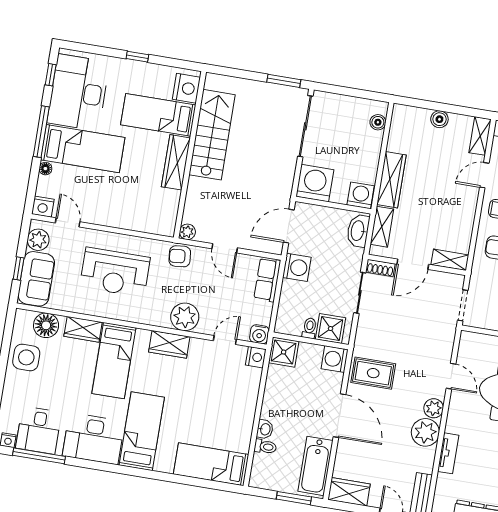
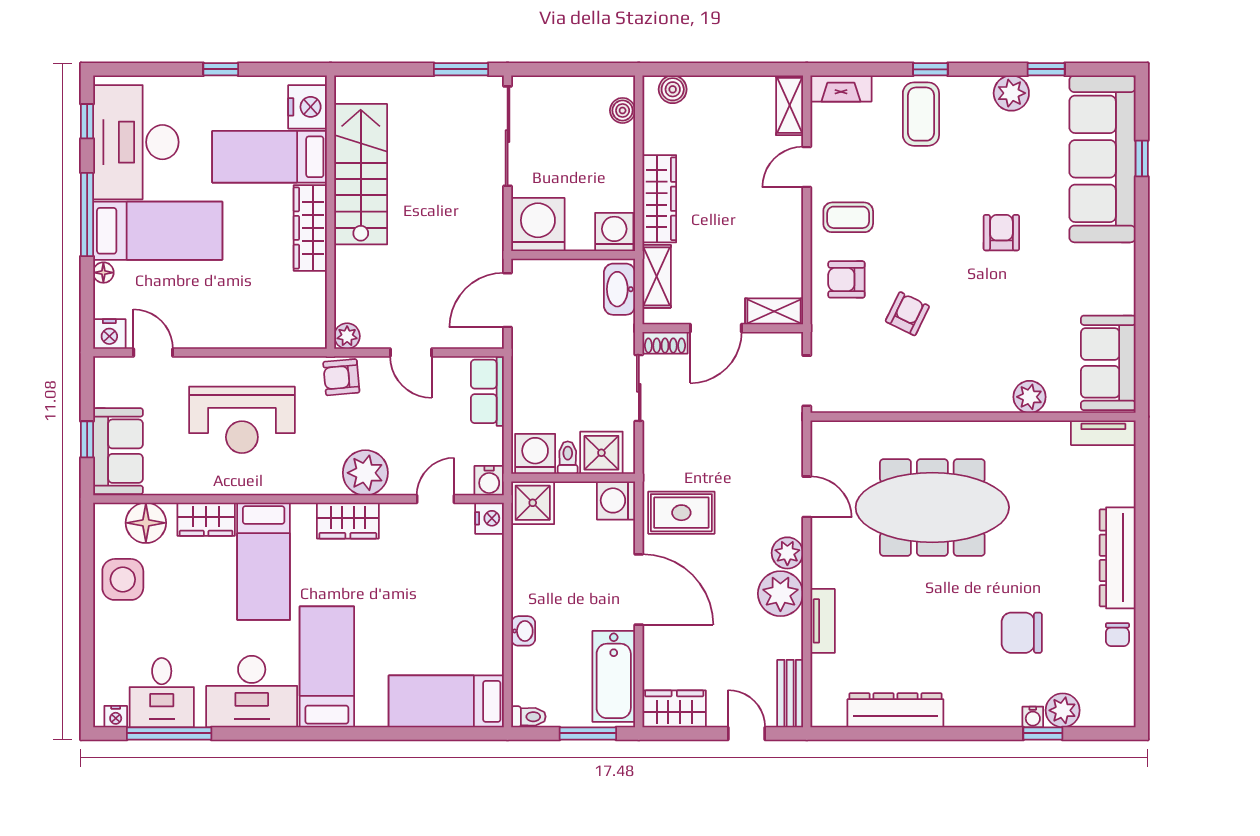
boiler: (439, 119) -> (673, 89), moved
plant: (38, 240) -> (111, 388), removed
washing machine: (297, 267) -> (535, 454), moved, turned -90
toilet: (265, 447) -> (528, 717), moved

